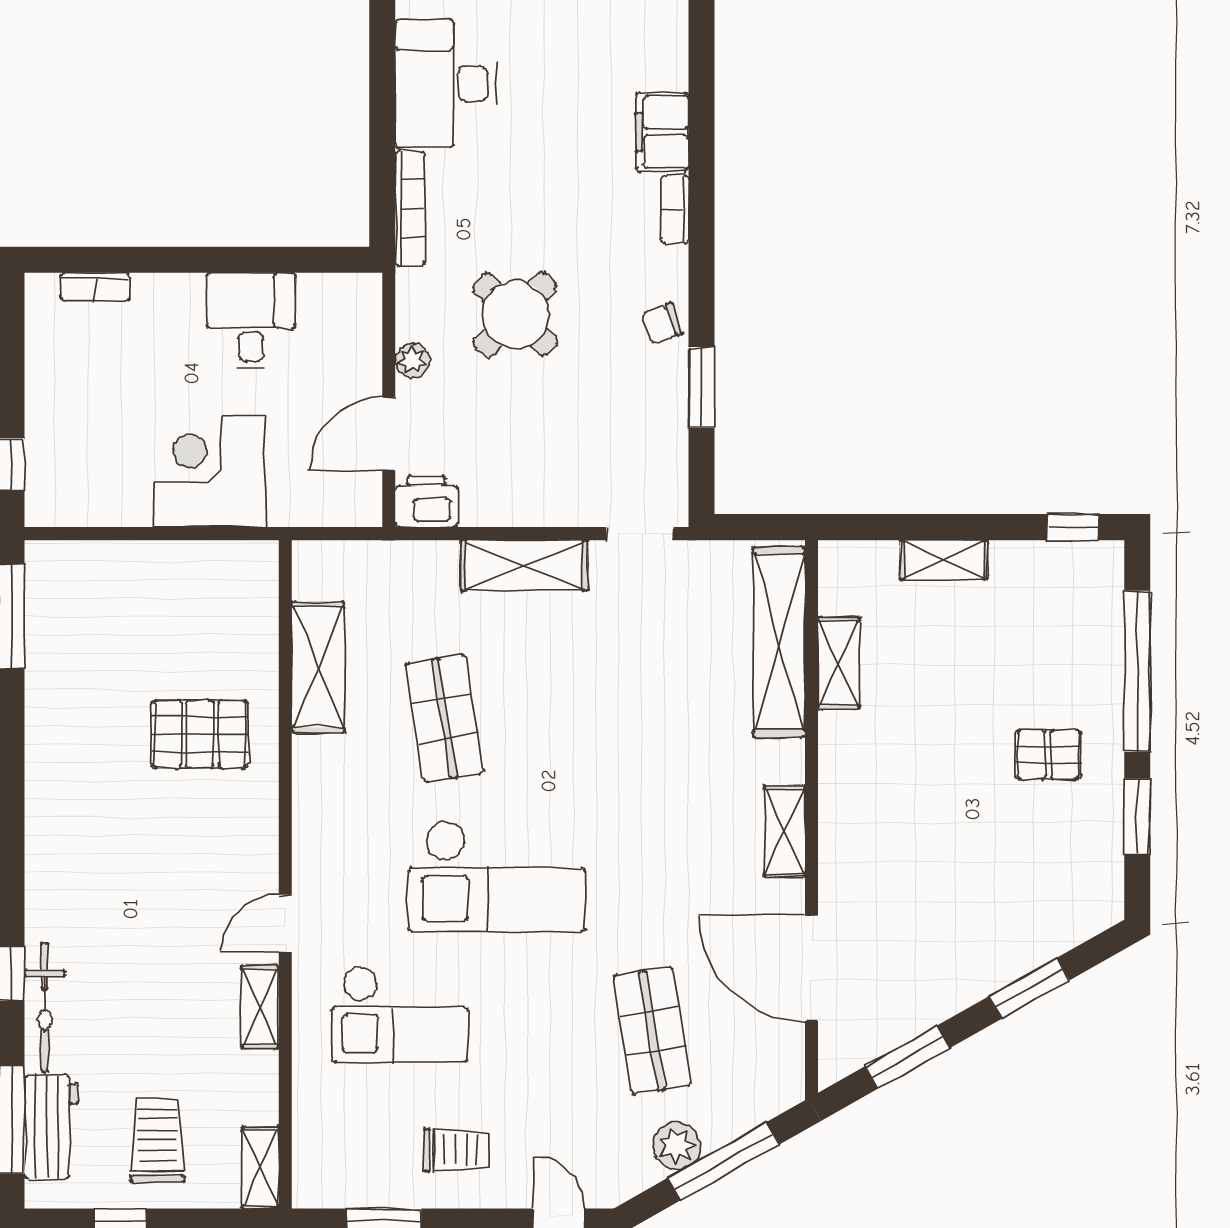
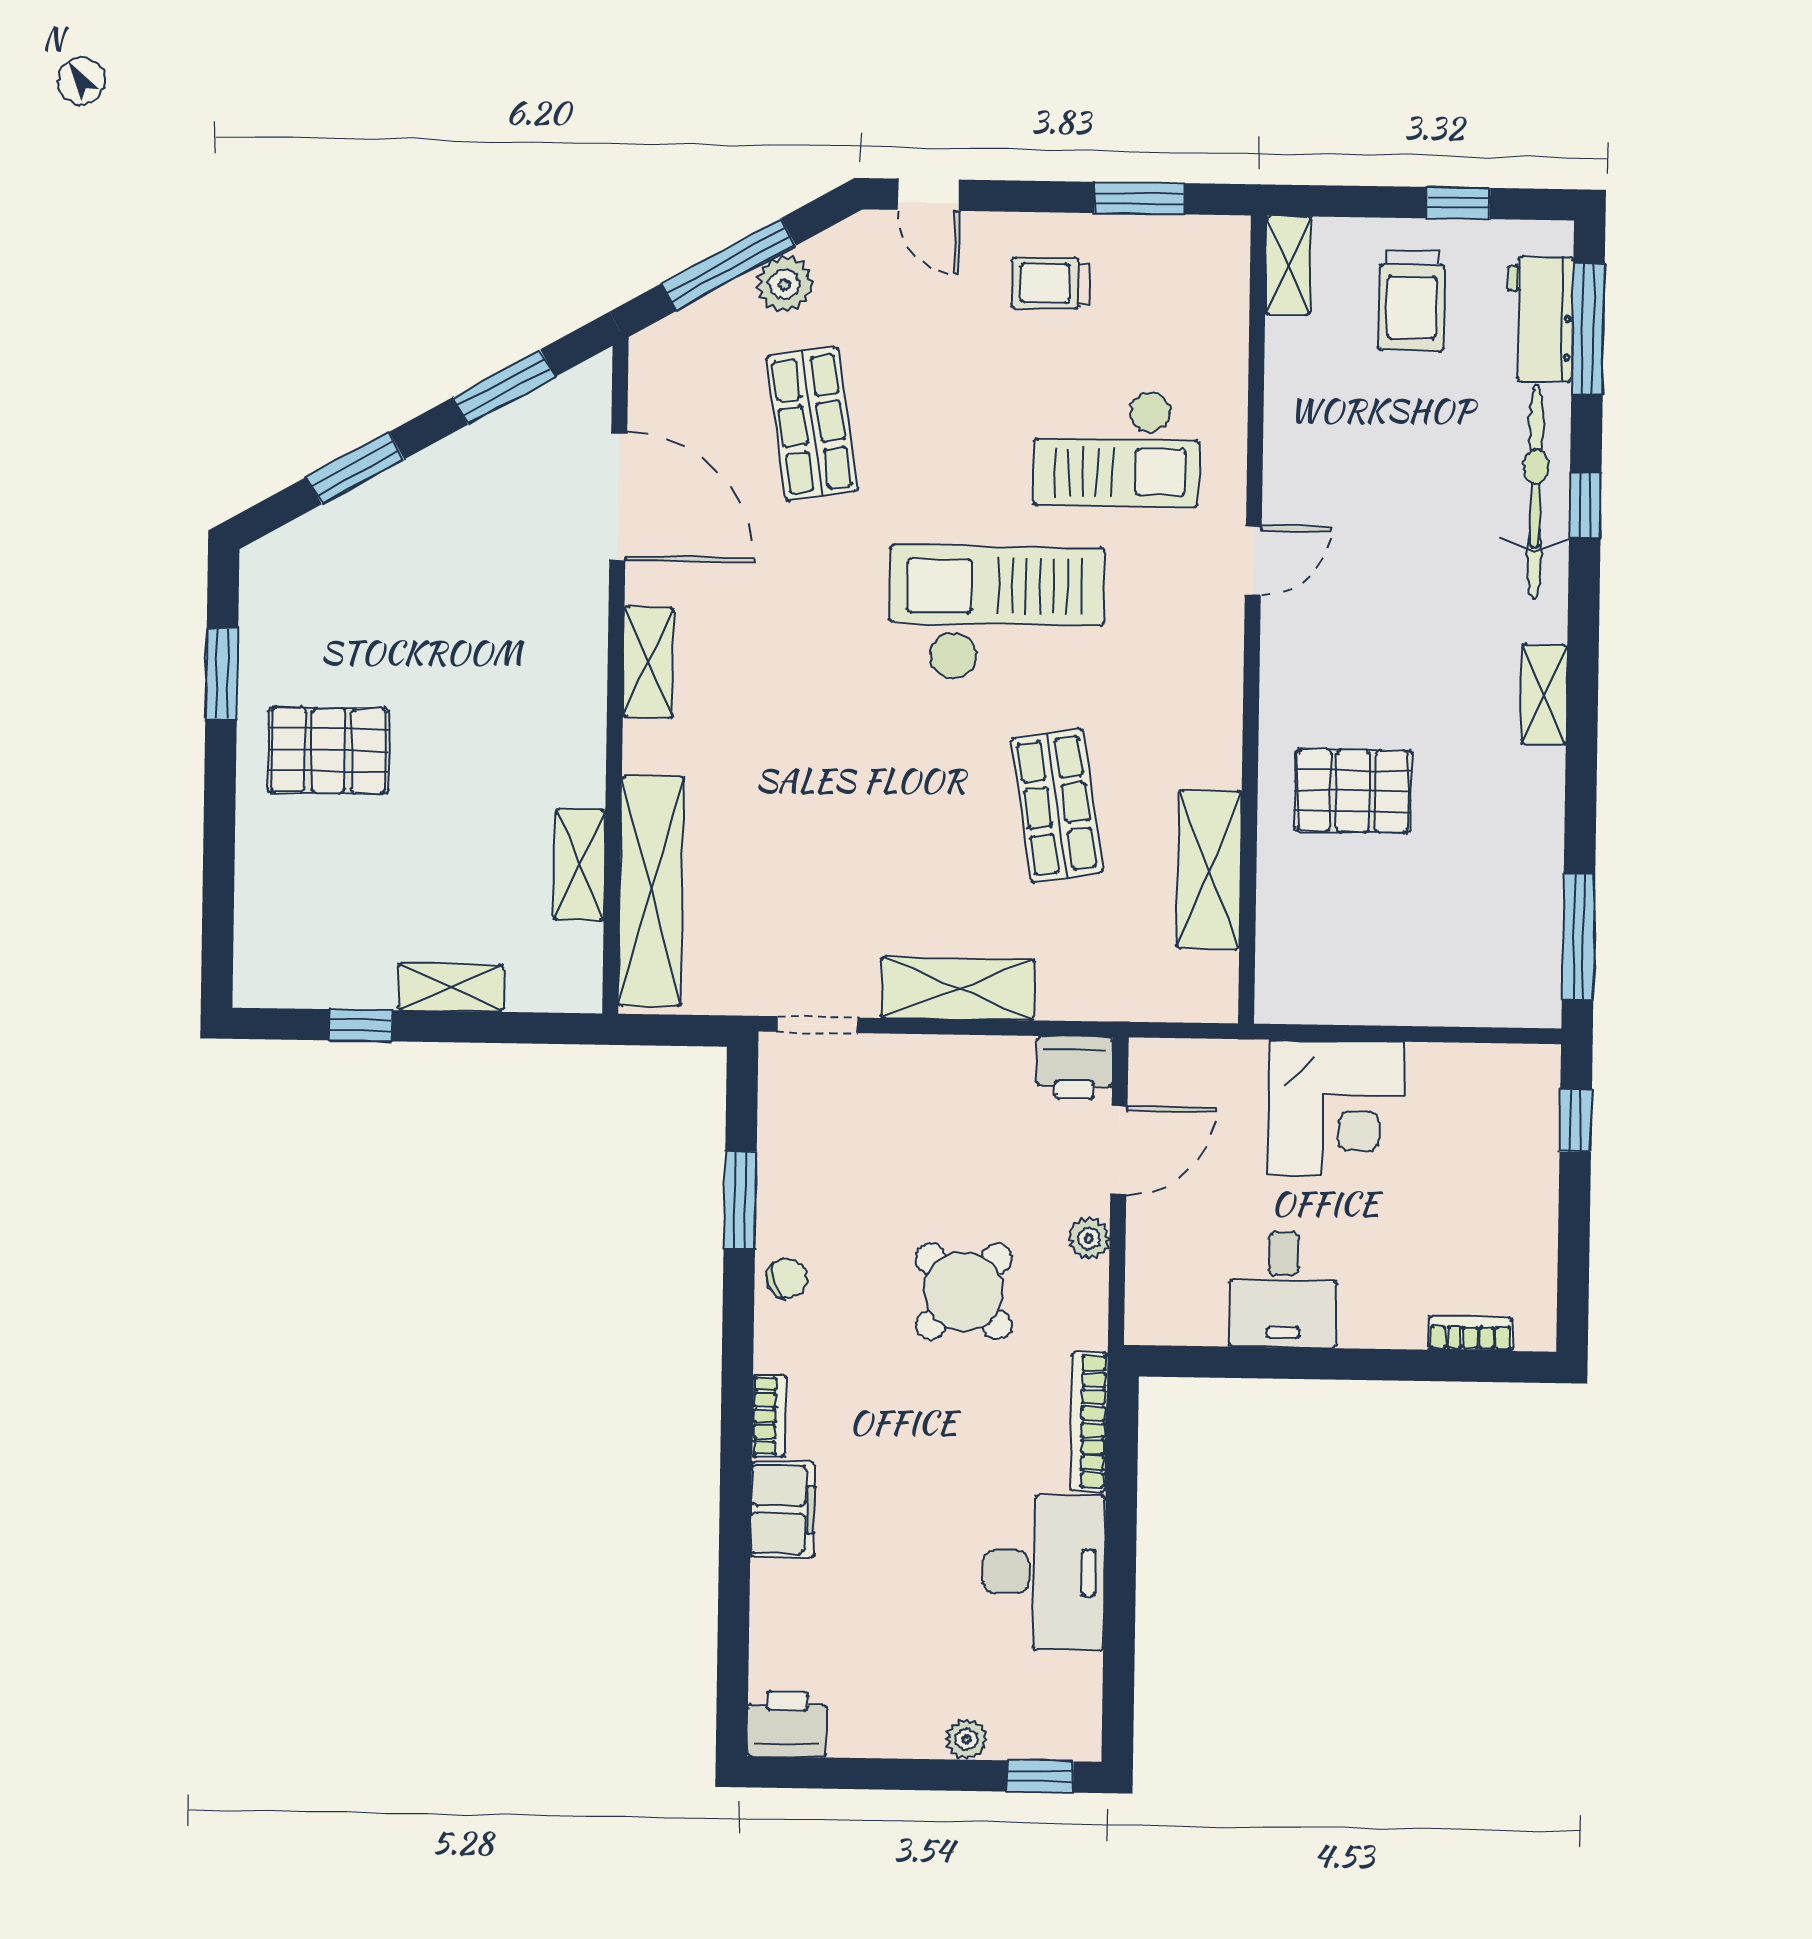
window: (1073, 527) -> (361, 1025), moved
window: (1137, 671) -> (219, 849), removed
pallet: (1048, 754) -> (328, 750), width x1.50, depth x1.42
bicycle: (45, 1007) -> (1535, 492), width x1.37, depth x1.40
shelving: (260, 1007) -> (1544, 695), moved
checkout: (400, 1014) -> (1116, 449), turned 180

